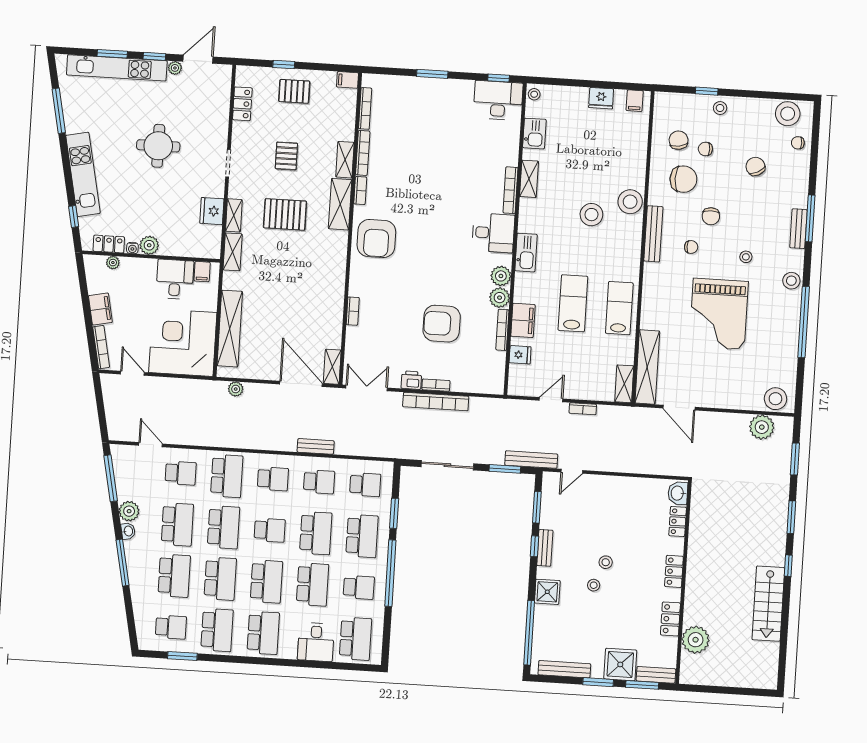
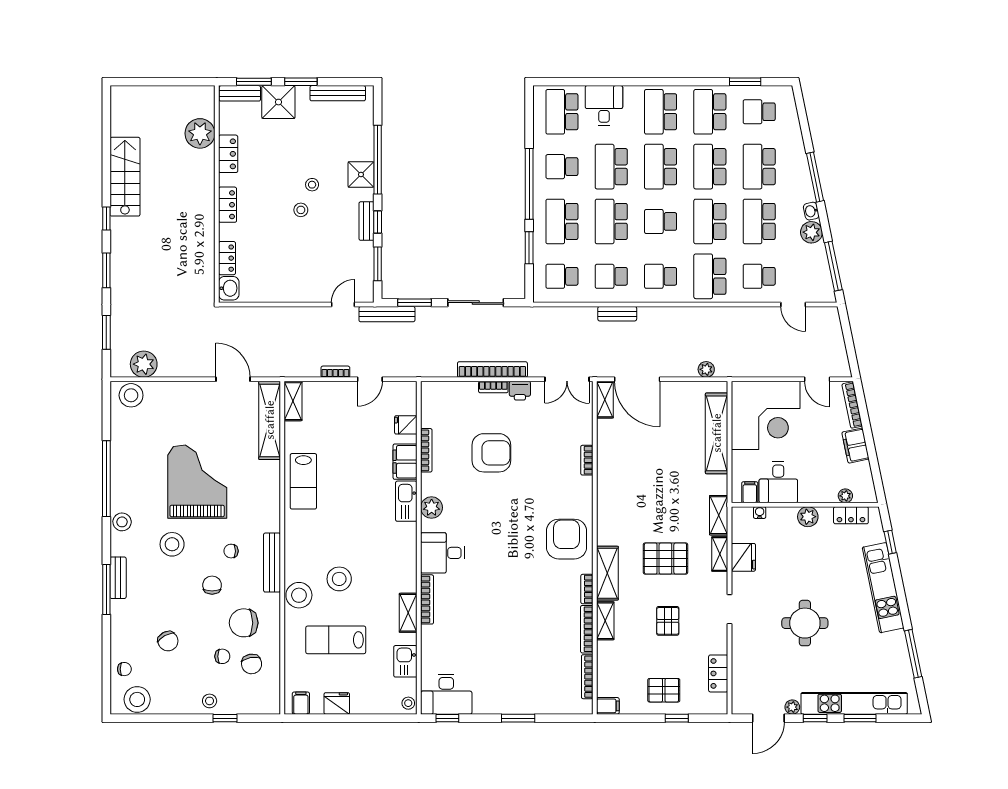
water cooler: (132, 248) -> (760, 513), moved
kitchen sink: (526, 253) -> (406, 501), moved
stool: (746, 257) -> (172, 544), width x1.89, depth x1.89
plant: (500, 298) -> (431, 484), removed
lab bench: (573, 303) -> (336, 640), moved, turned 90
window: (529, 633) -> (378, 160), moved

